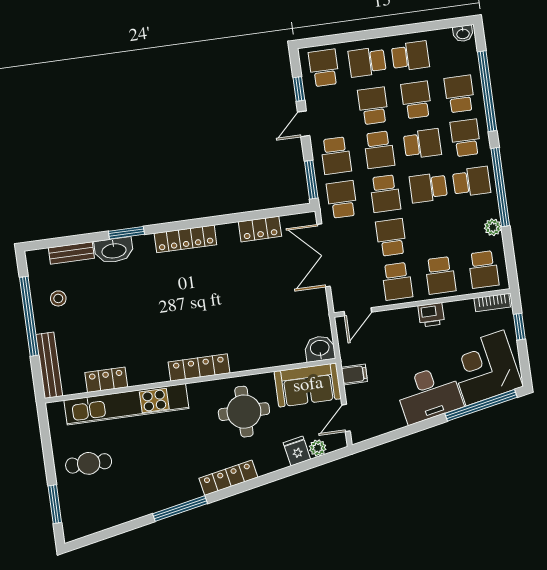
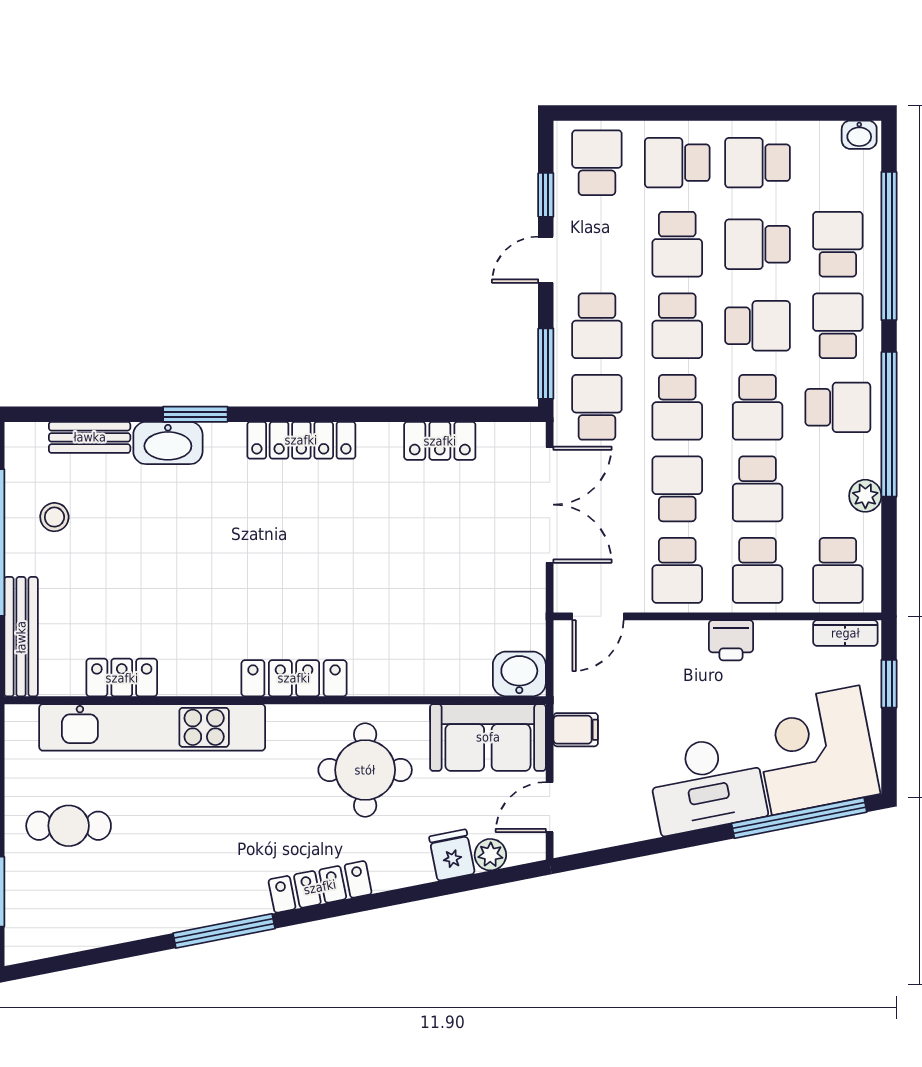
school desk: (410, 56) -> (758, 163), turned 180
school desk: (416, 100) -> (758, 244), turned -90
school desk: (373, 106) -> (677, 244), turned 180
school desk: (428, 188) -> (758, 407), turned -90
school desk: (434, 231) -> (758, 489), added
double door: (324, 255) -> (550, 505), swing flipped

